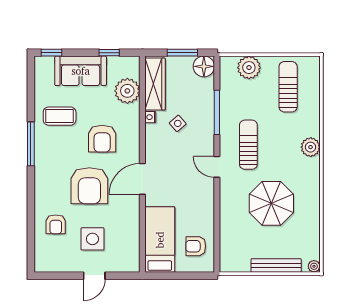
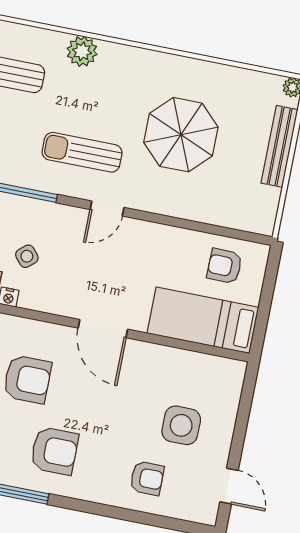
plant: (311, 147) -> (82, 51), moved
armchair: (89, 186) -> (54, 451), moved, width x0.73, depth x0.73
armchair: (196, 246) -> (225, 266), turned 91
door: (94, 276) -> (229, 486), moved

